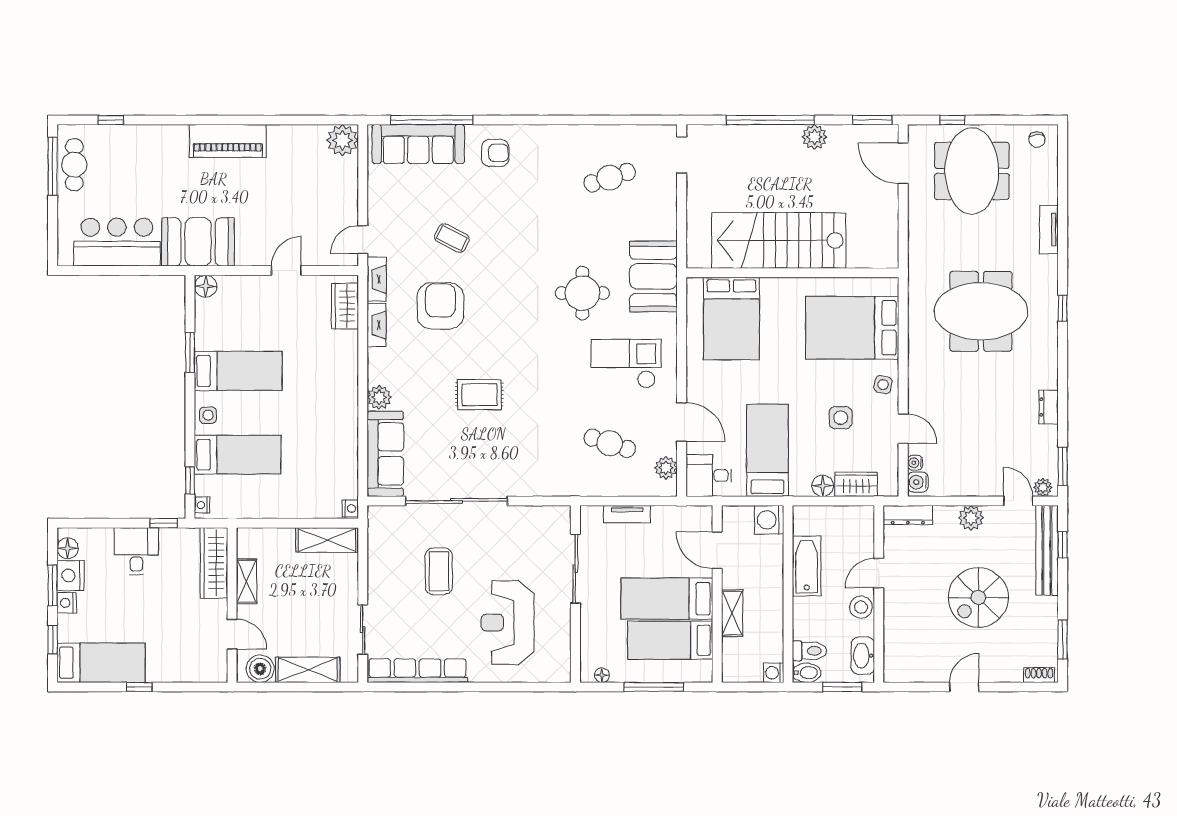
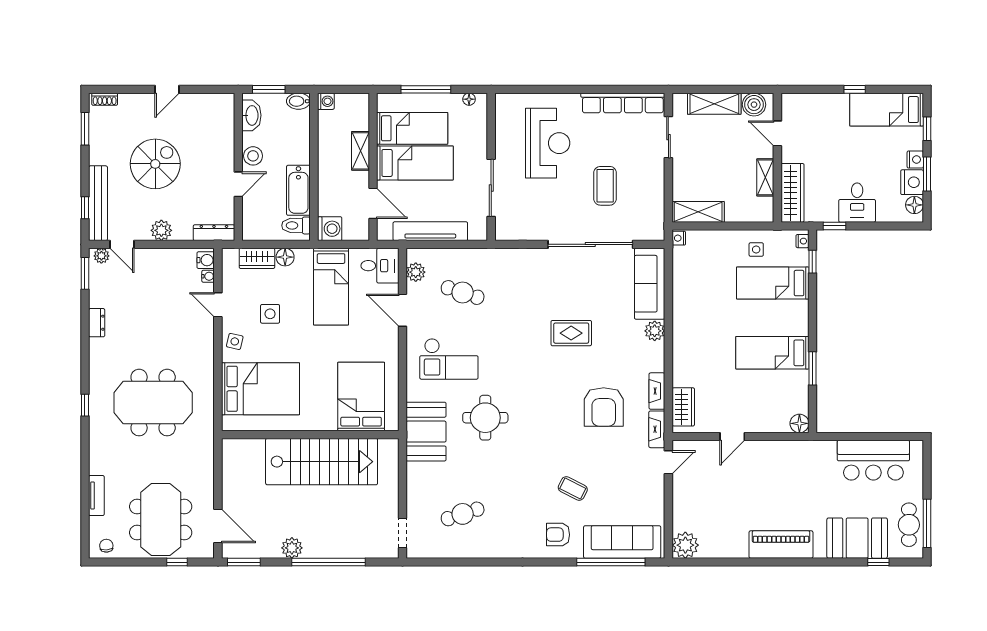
tv unit: (1049, 229) -> (96, 496), moved
coffee table: (452, 238) -> (573, 488), moved
booth: (198, 242) -> (857, 538), moved
side table: (208, 415) -> (756, 249), moved
tv unit: (627, 514) -> (430, 231), width x1.92, depth x1.29
toilet: (809, 651) -> (296, 225), moved

